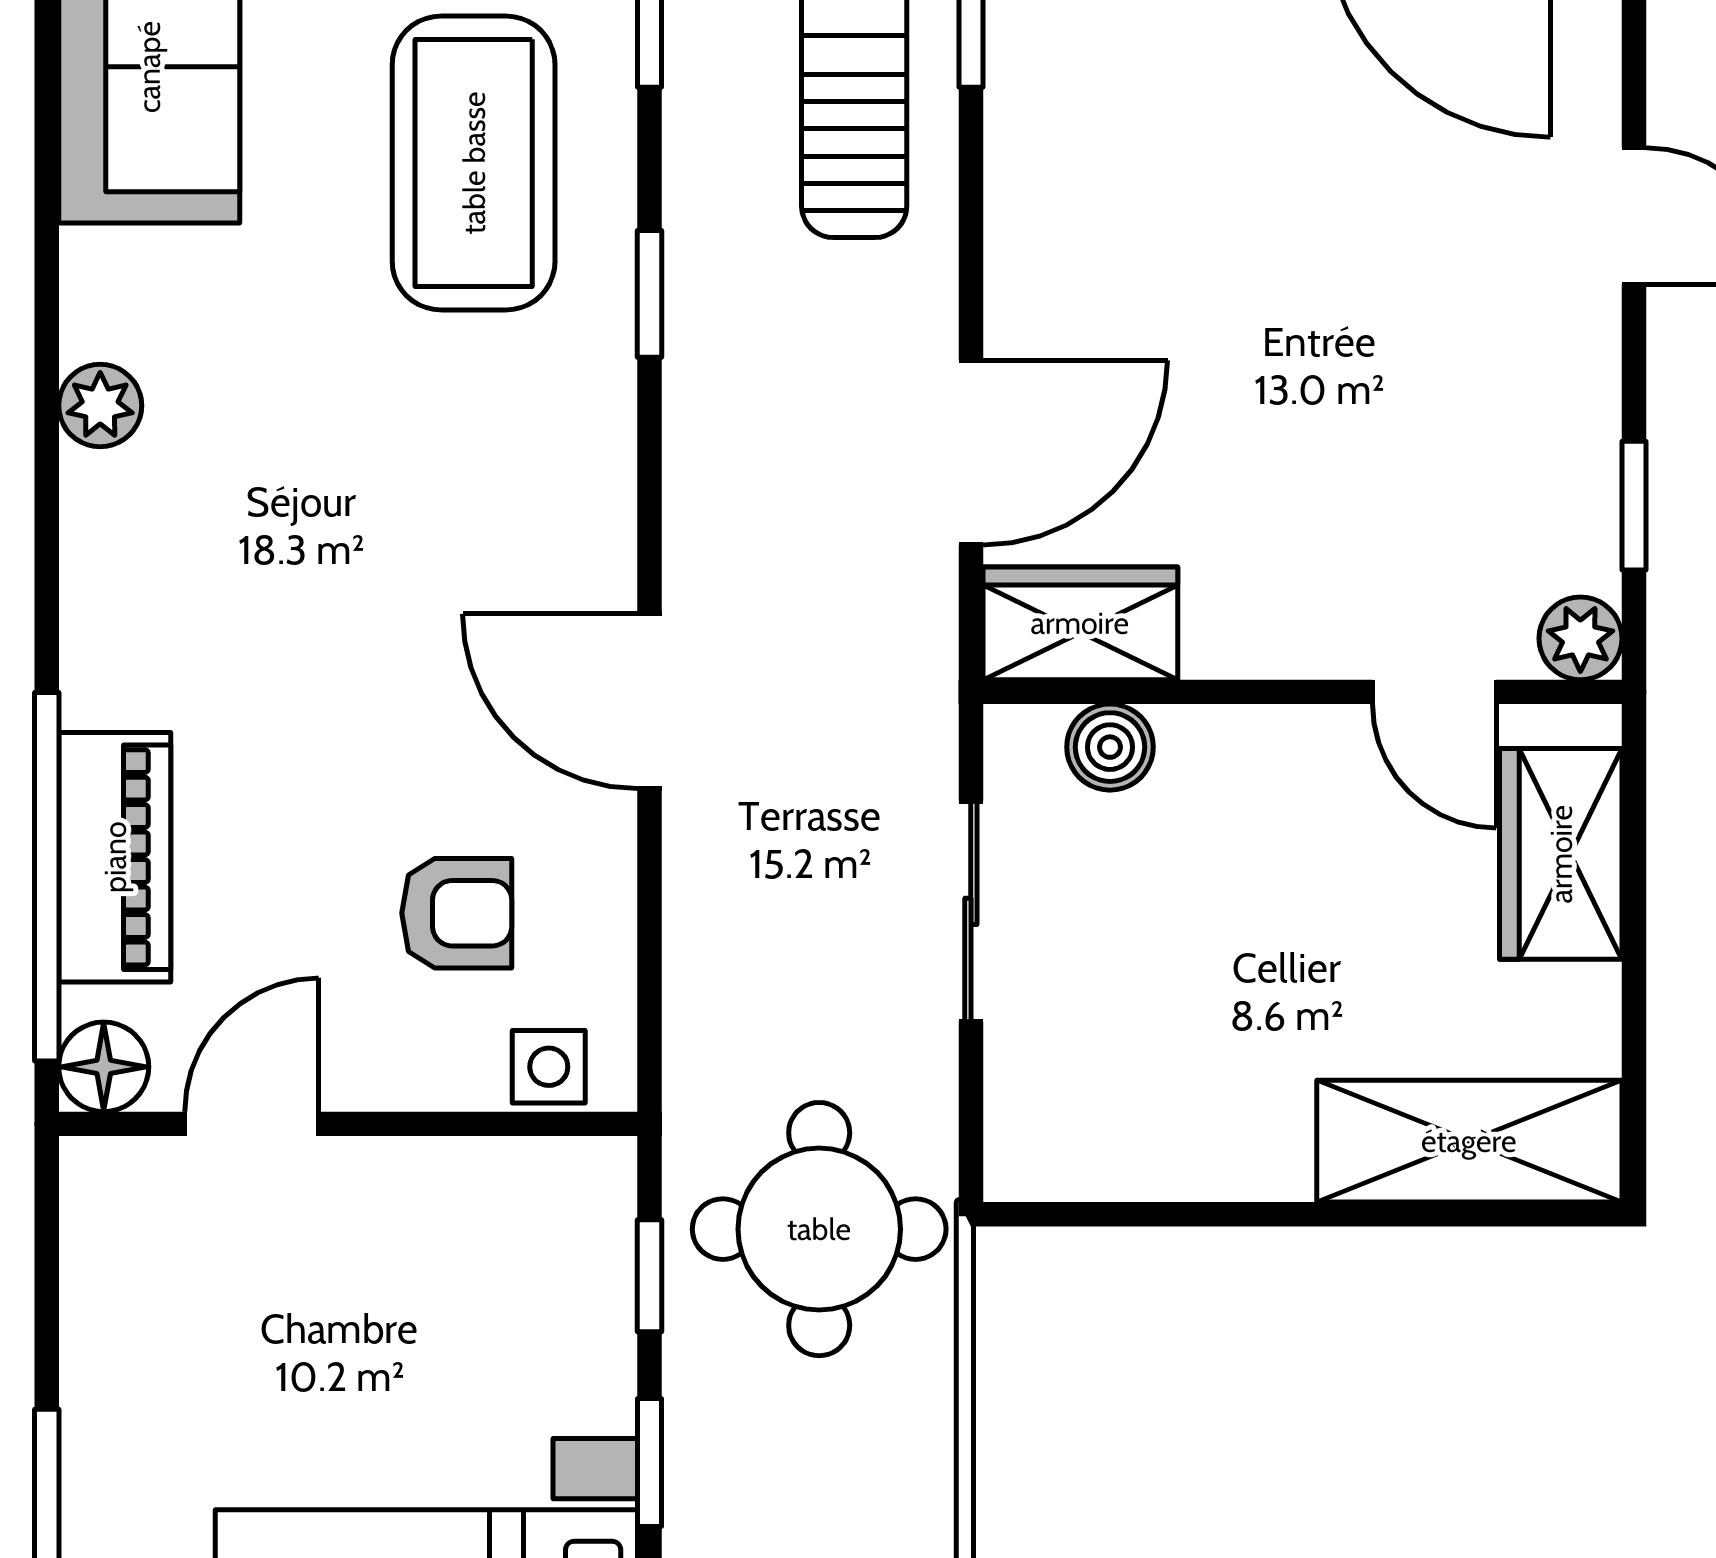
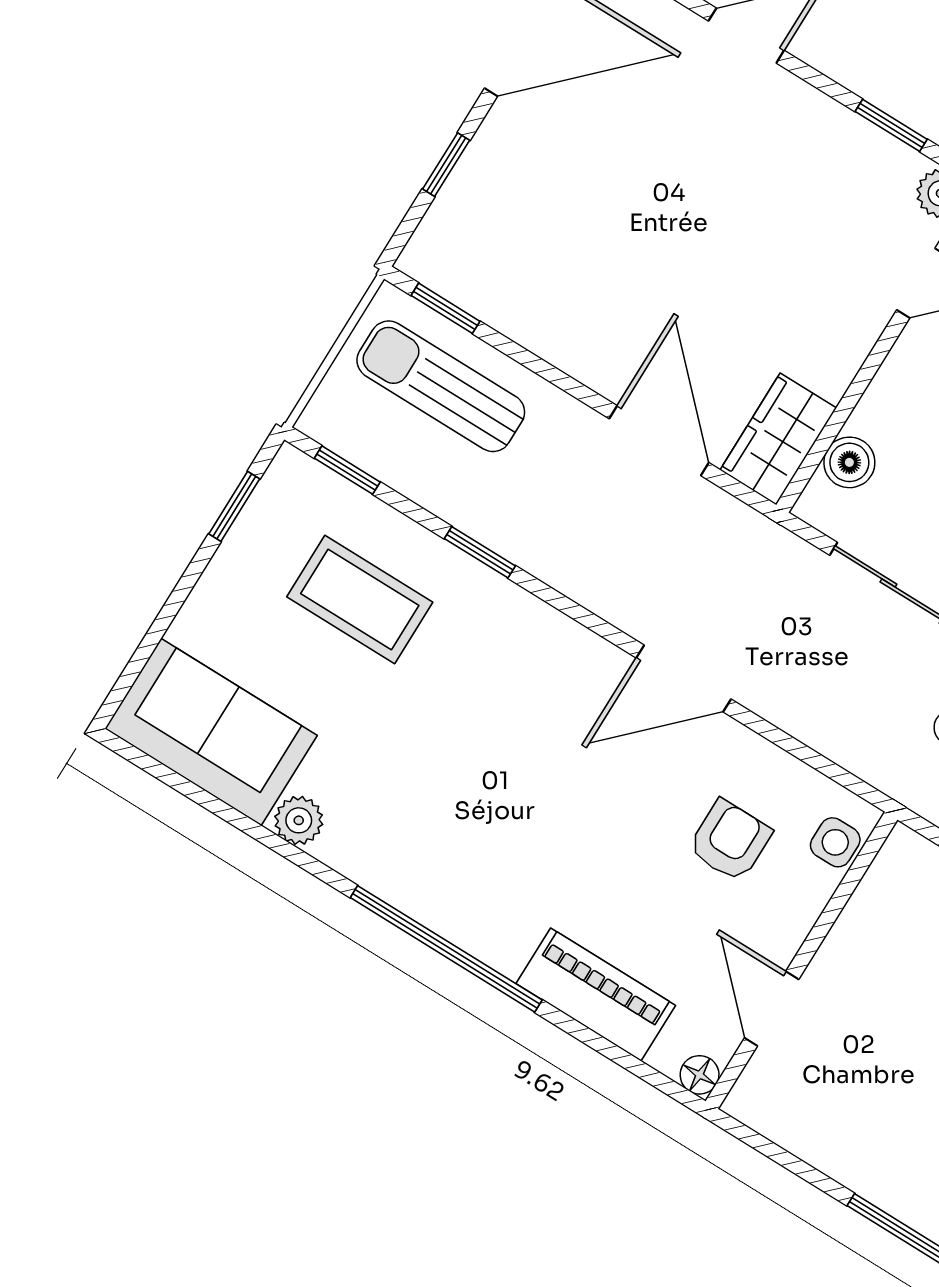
coffee table: (474, 163) -> (360, 600), width x0.73, depth x0.76
plant: (100, 406) -> (299, 820), moved
window: (47, 877) -> (446, 949), moved
floor lamp: (104, 1067) -> (700, 1075), width x0.73, depth x0.73

